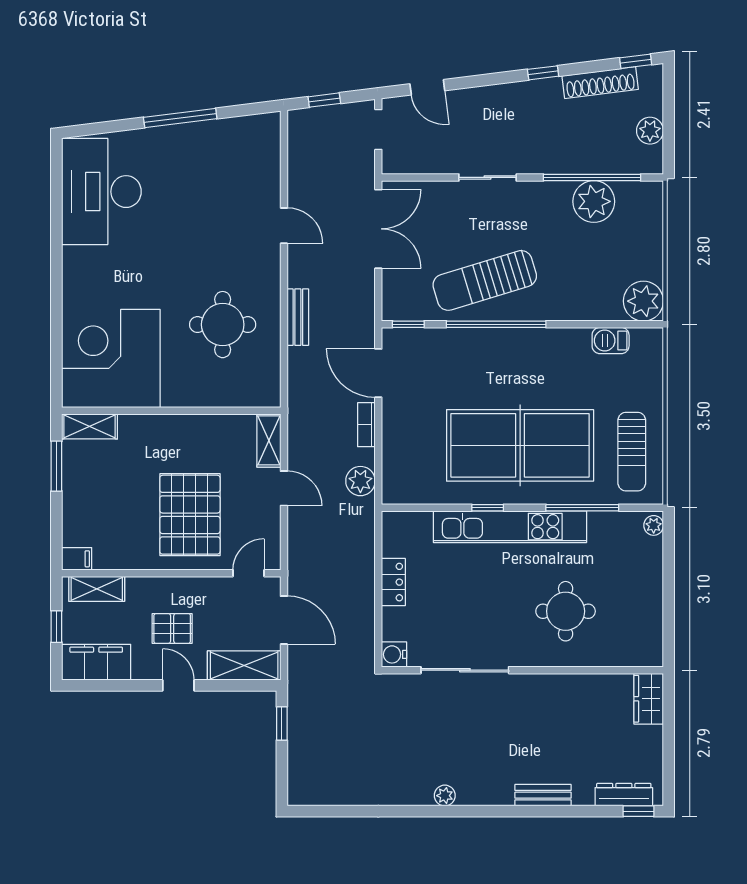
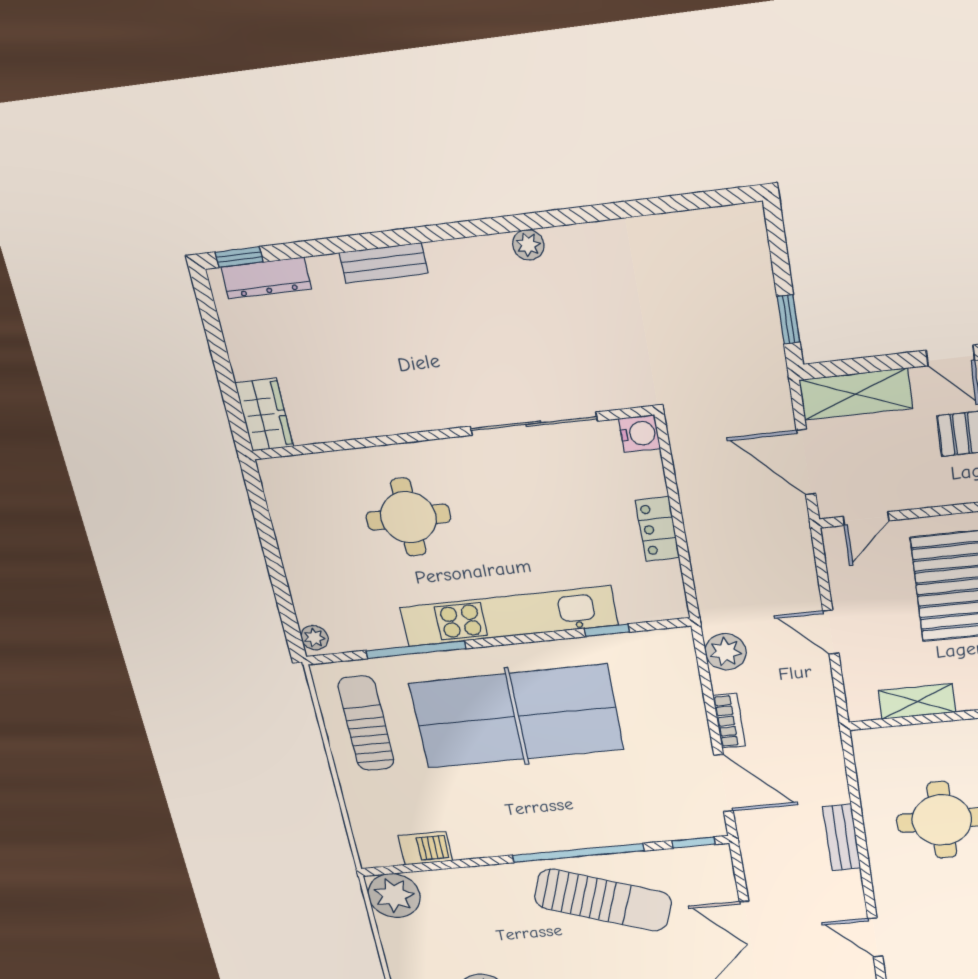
sun lounger: (485, 280) -> (603, 900), turned 37
shelving: (269, 440) -> (917, 701), moved, turned 90
window: (488, 508) -> (607, 630), moved

